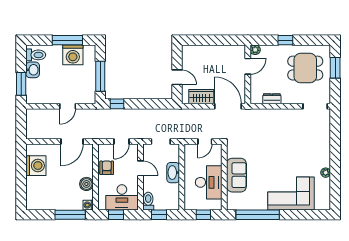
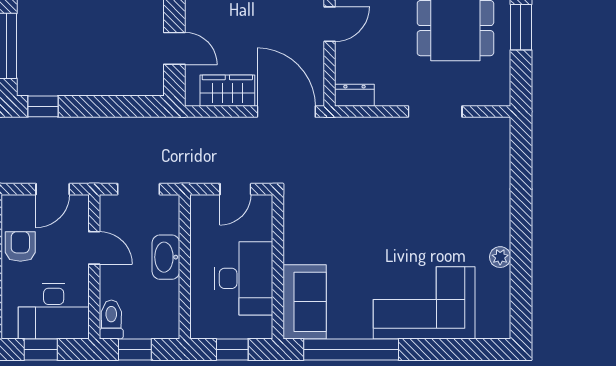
dresser: (272, 99) -> (354, 95), moved
doorway: (315, 106) -> (435, 112), moved
sofa: (236, 175) -> (305, 302), moved

